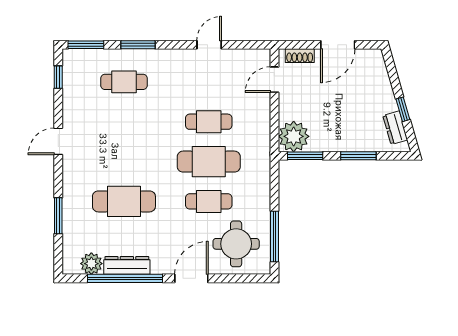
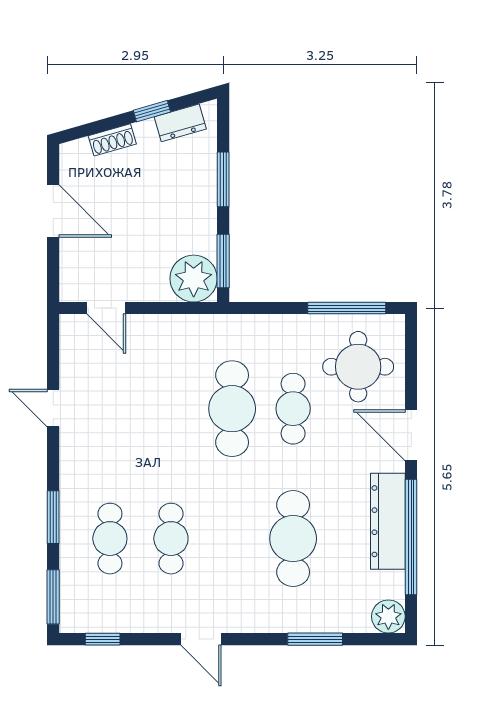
shoe rack: (300, 56) -> (112, 140), moved, turned 74
cafe table: (209, 122) -> (171, 539), moved
plant: (91, 264) -> (388, 616), moved
dresser: (127, 265) -> (388, 521), width x1.37, depth x1.24

